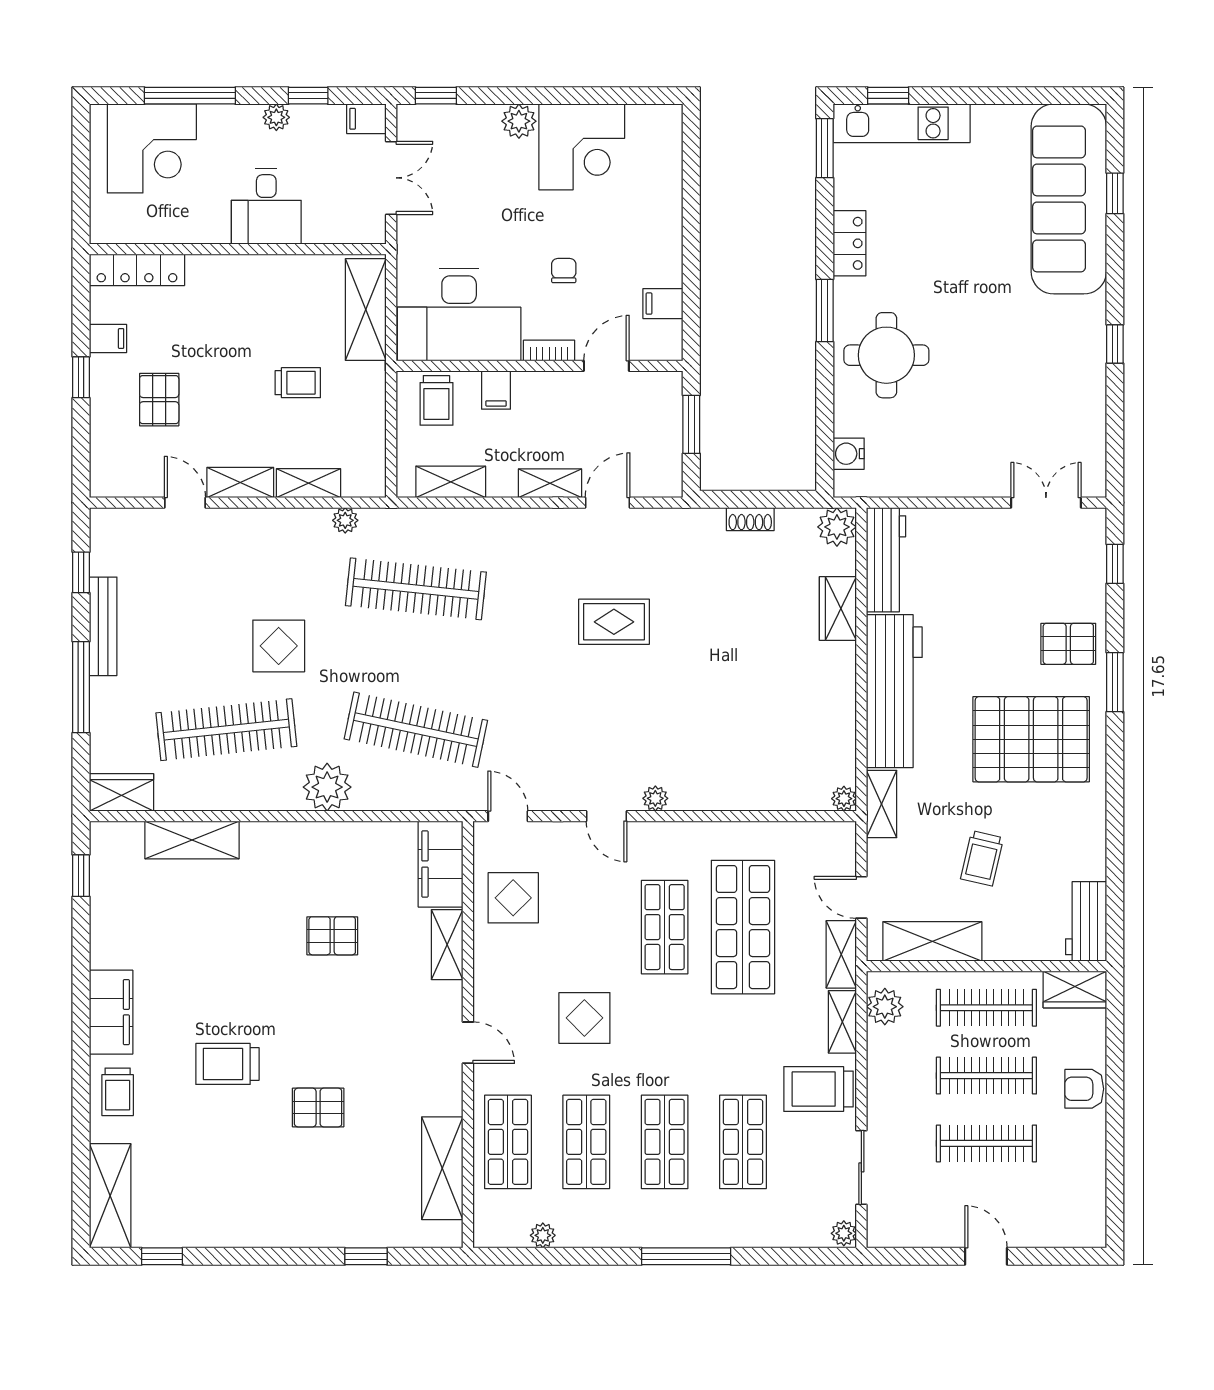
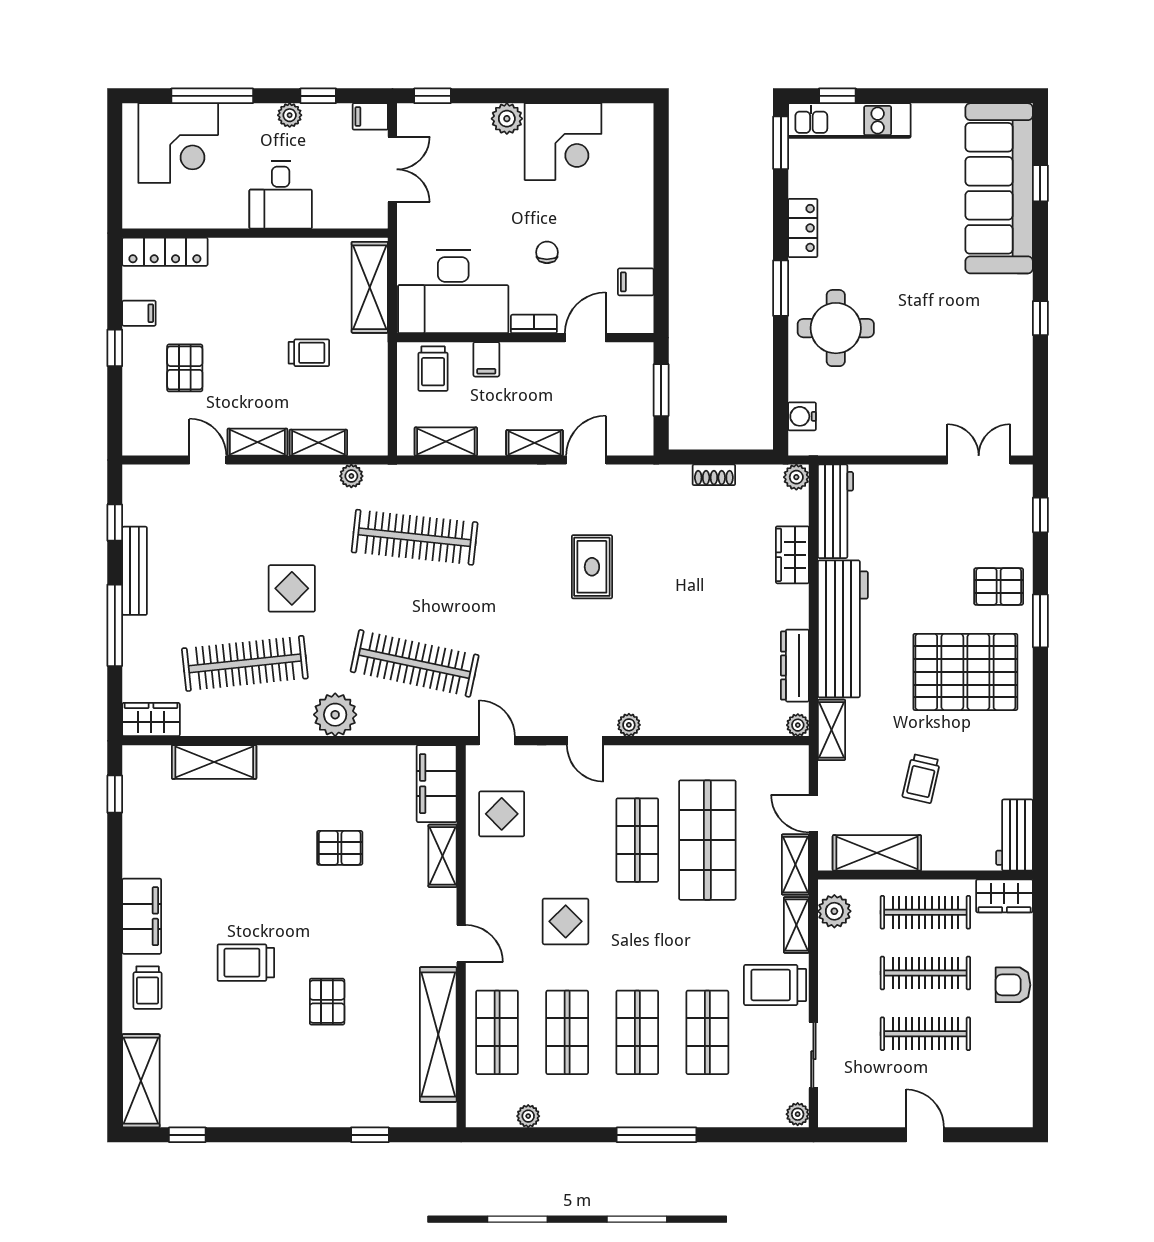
plant: (837, 527) -> (796, 477), width x0.73, depth x0.73
rug: (614, 622) -> (592, 567), turned 90
dresser: (841, 732) -> (795, 666), added
pallet: (318, 1108) -> (327, 1002), turned 90
shelving: (442, 1168) -> (438, 1035), width x1.47

